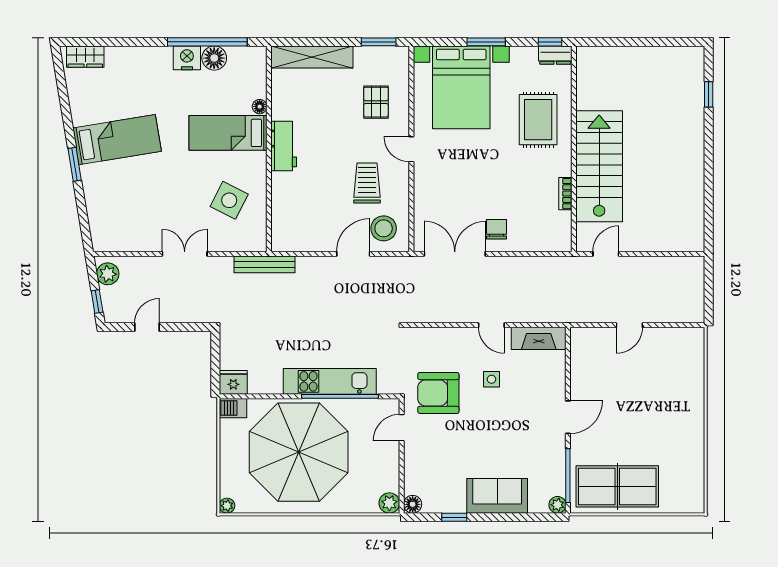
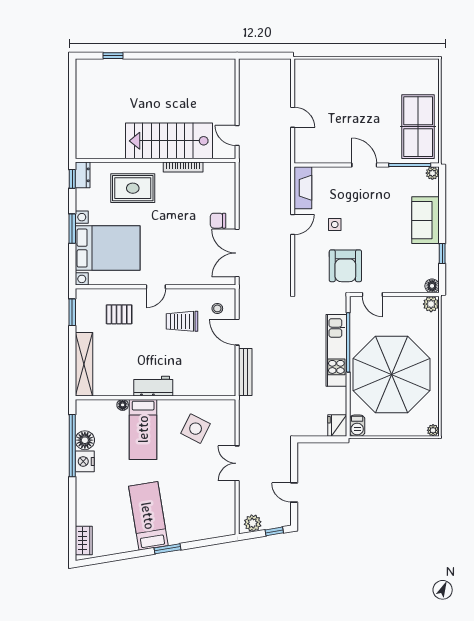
bookcase: (565, 194) -> (183, 167), width x1.56
stool: (384, 228) -> (217, 308), width x0.53, depth x0.53
bench: (265, 264) -> (245, 372), moved

